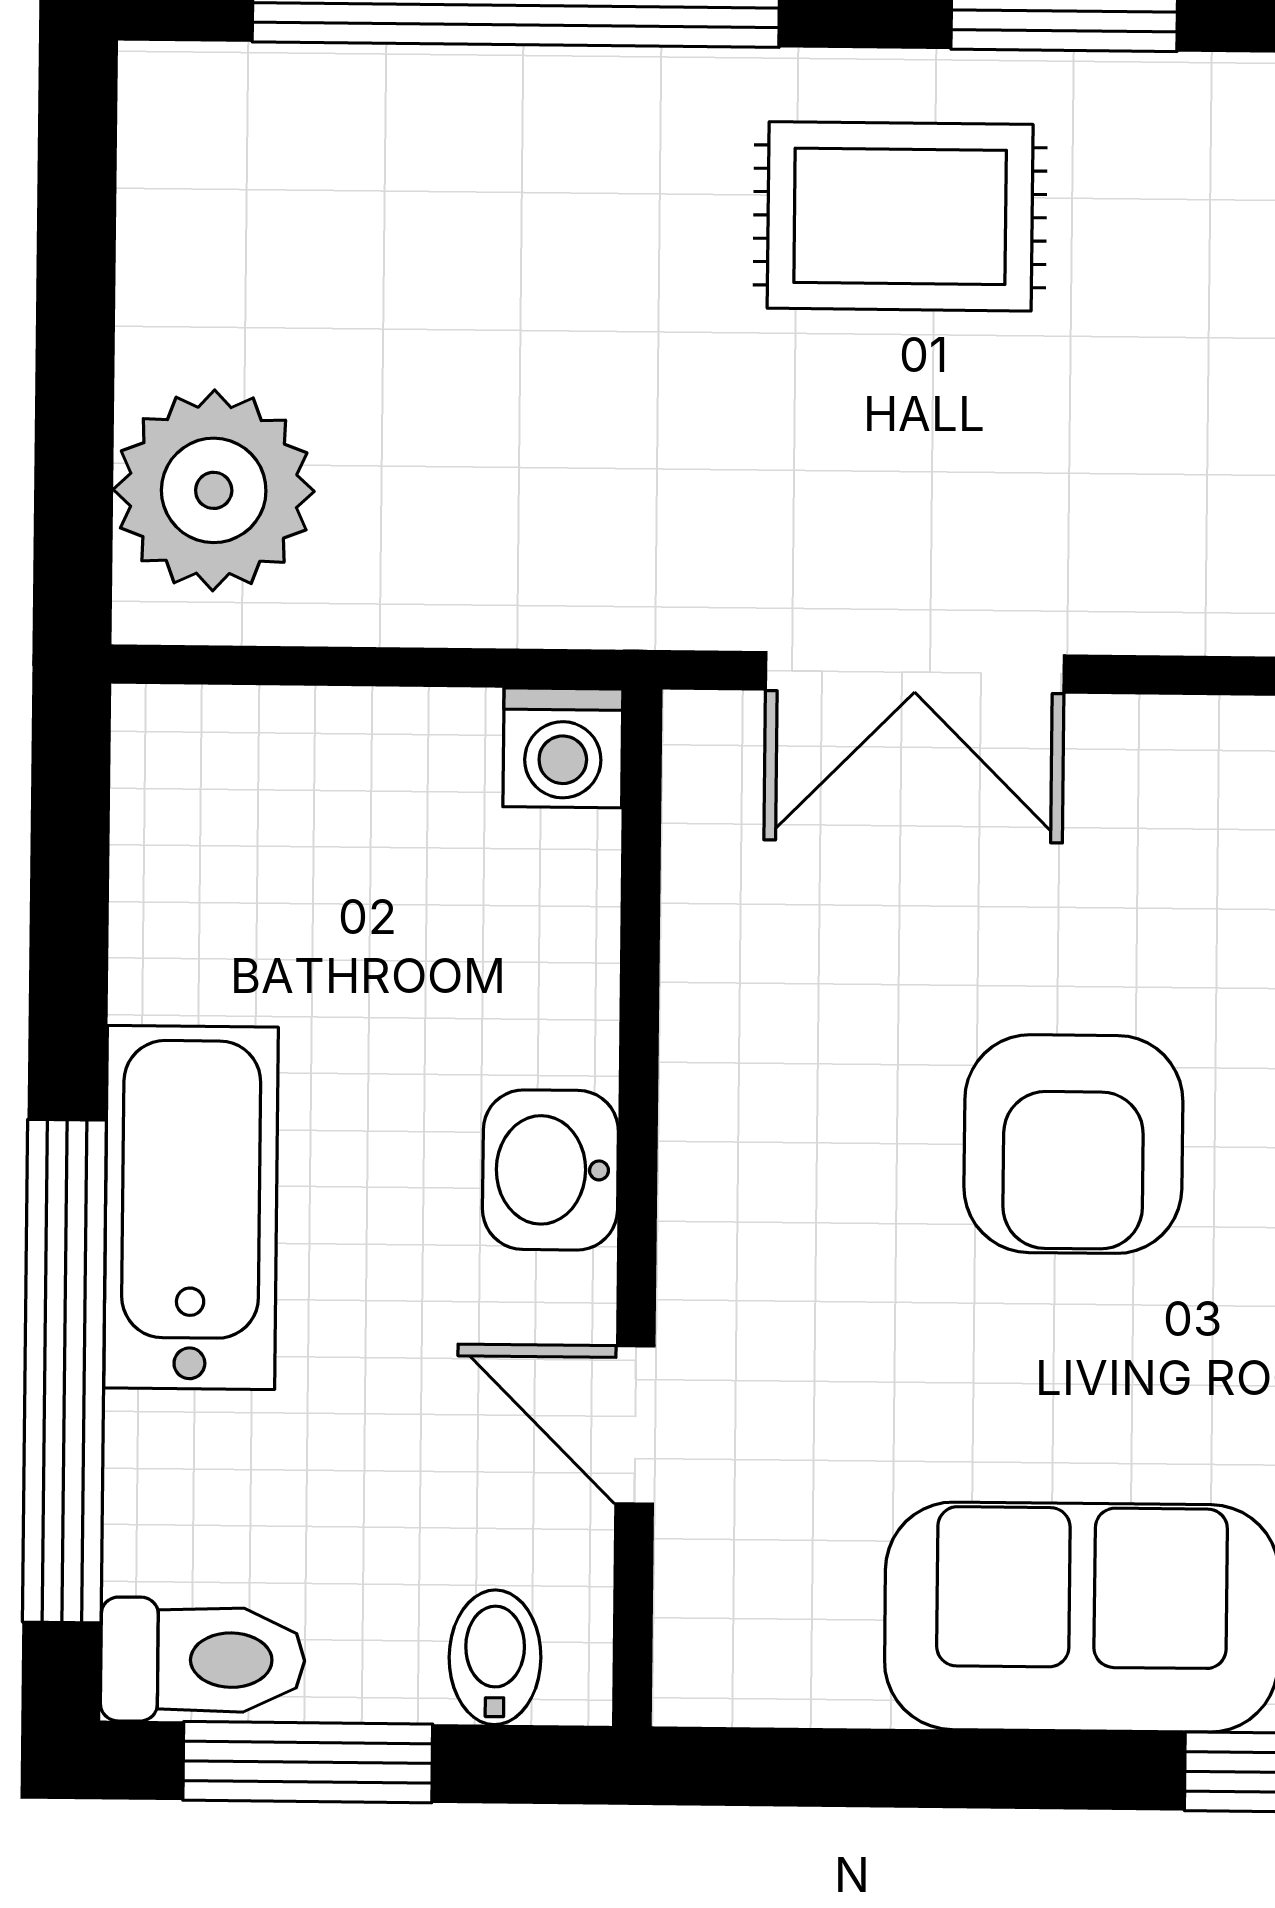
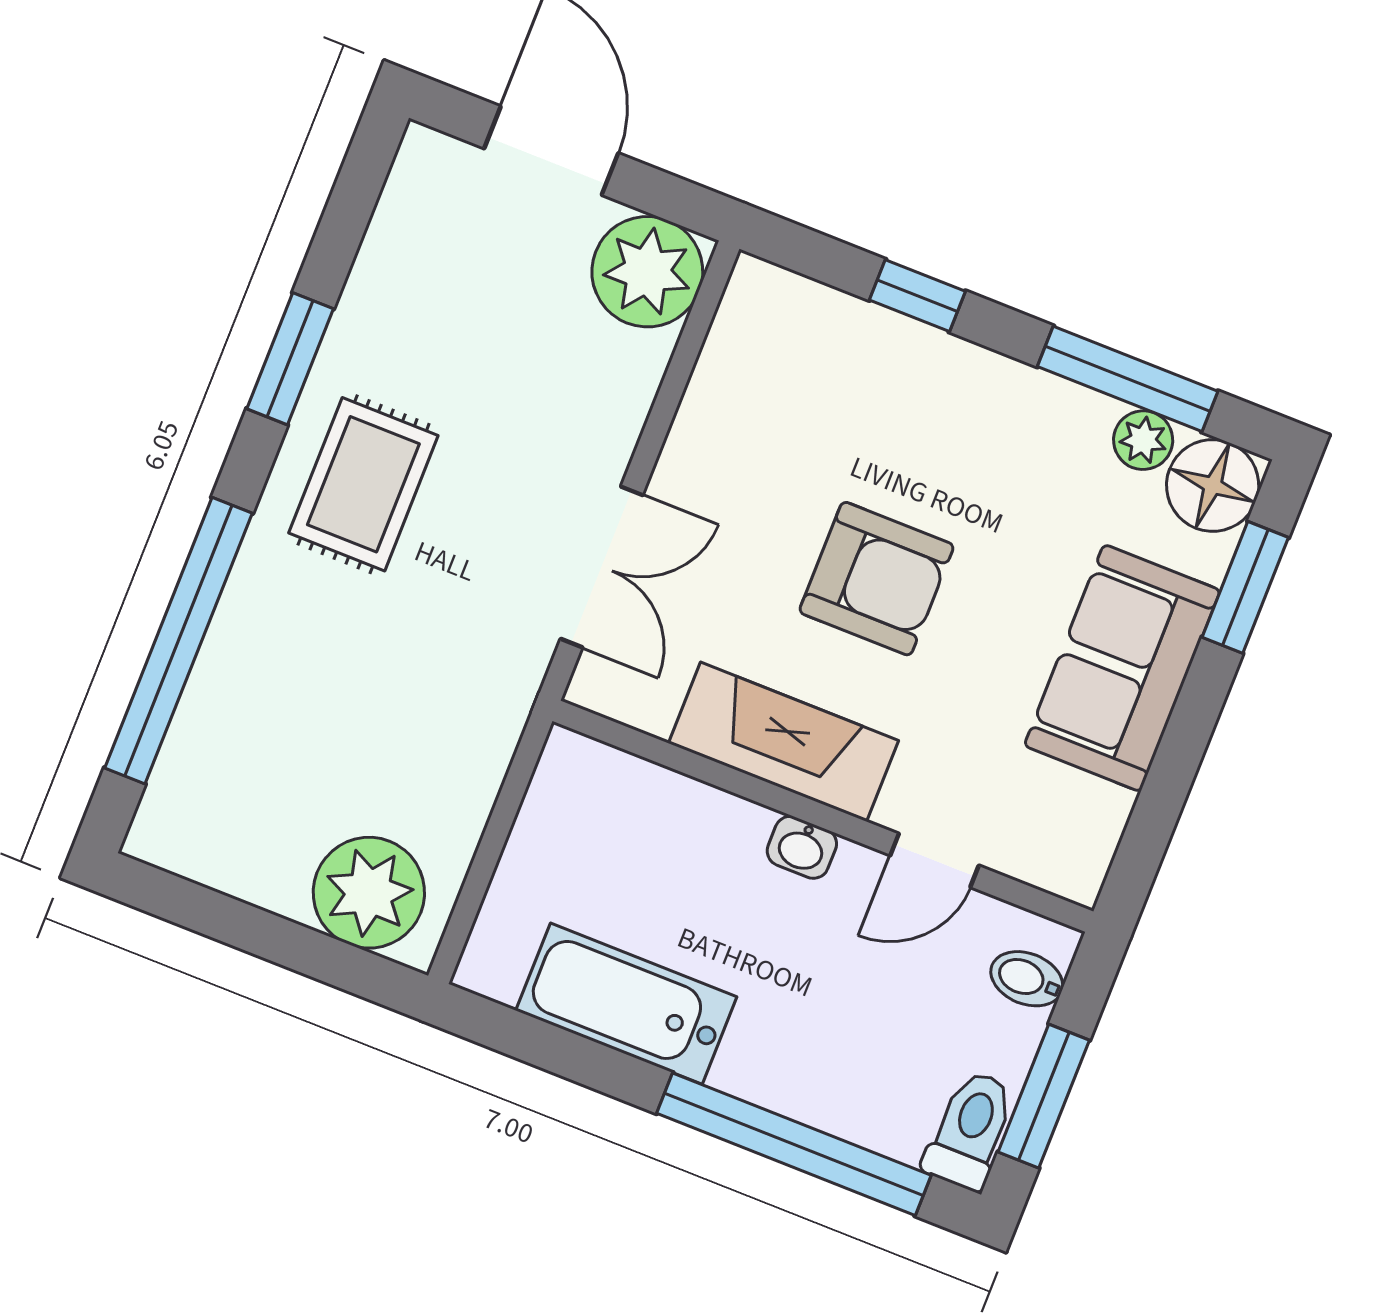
washing machine: (563, 748) -> (571, 764), removed
fireplace: (737, 1093) -> (784, 742), added
washbasin: (550, 1170) -> (802, 847), width x0.72, depth x0.69
bathtub: (191, 1207) -> (626, 1004), moved

